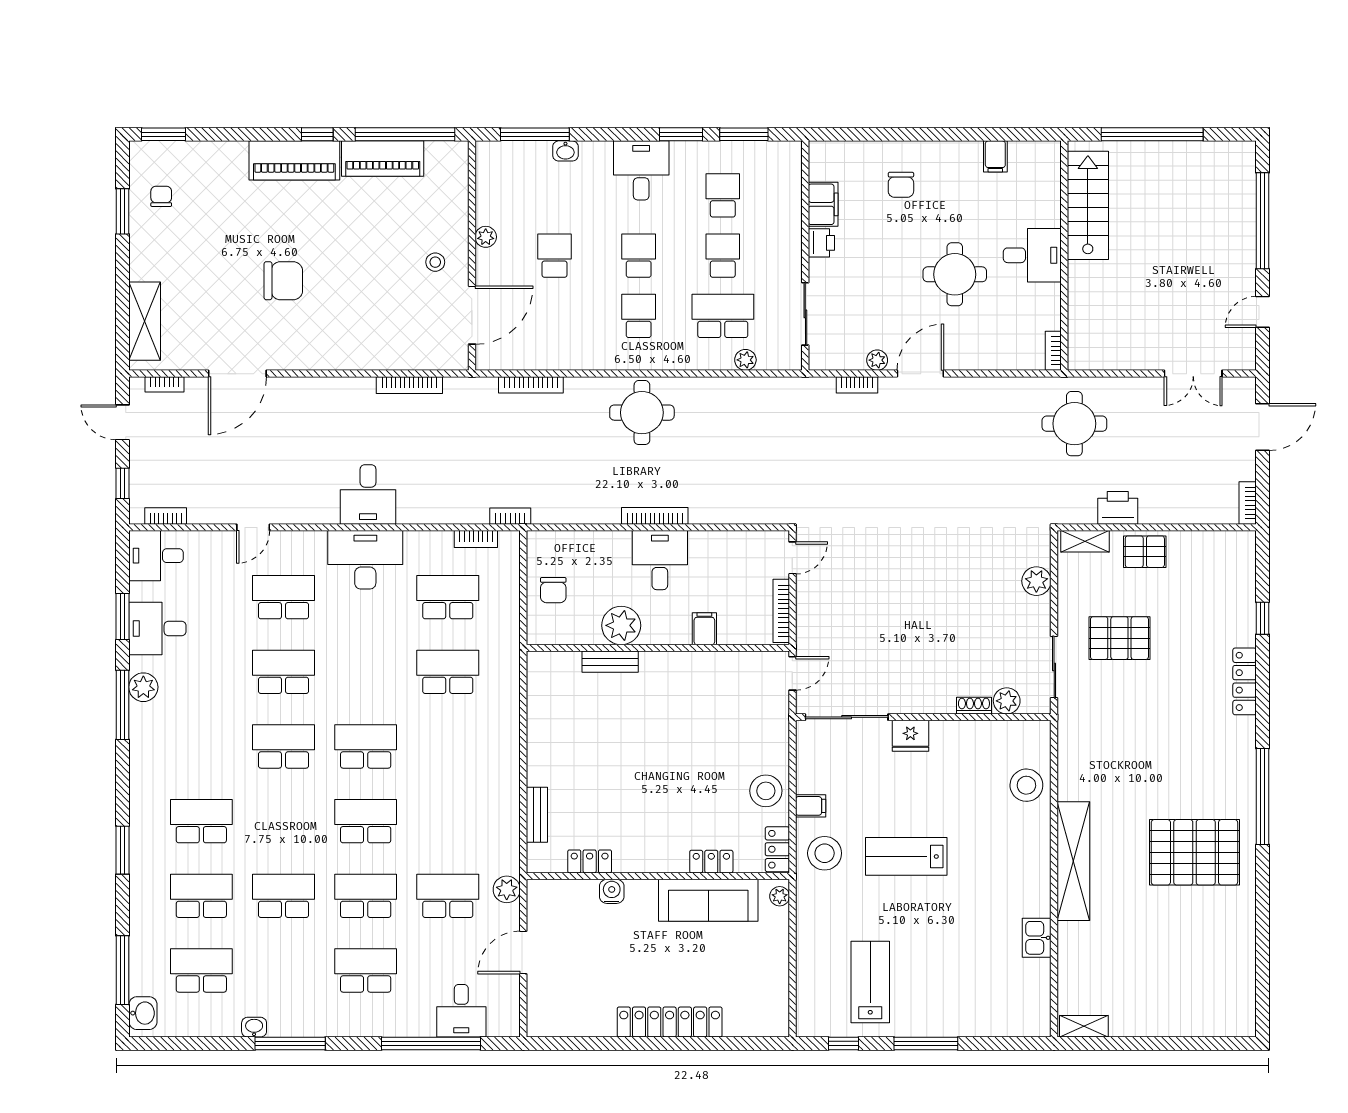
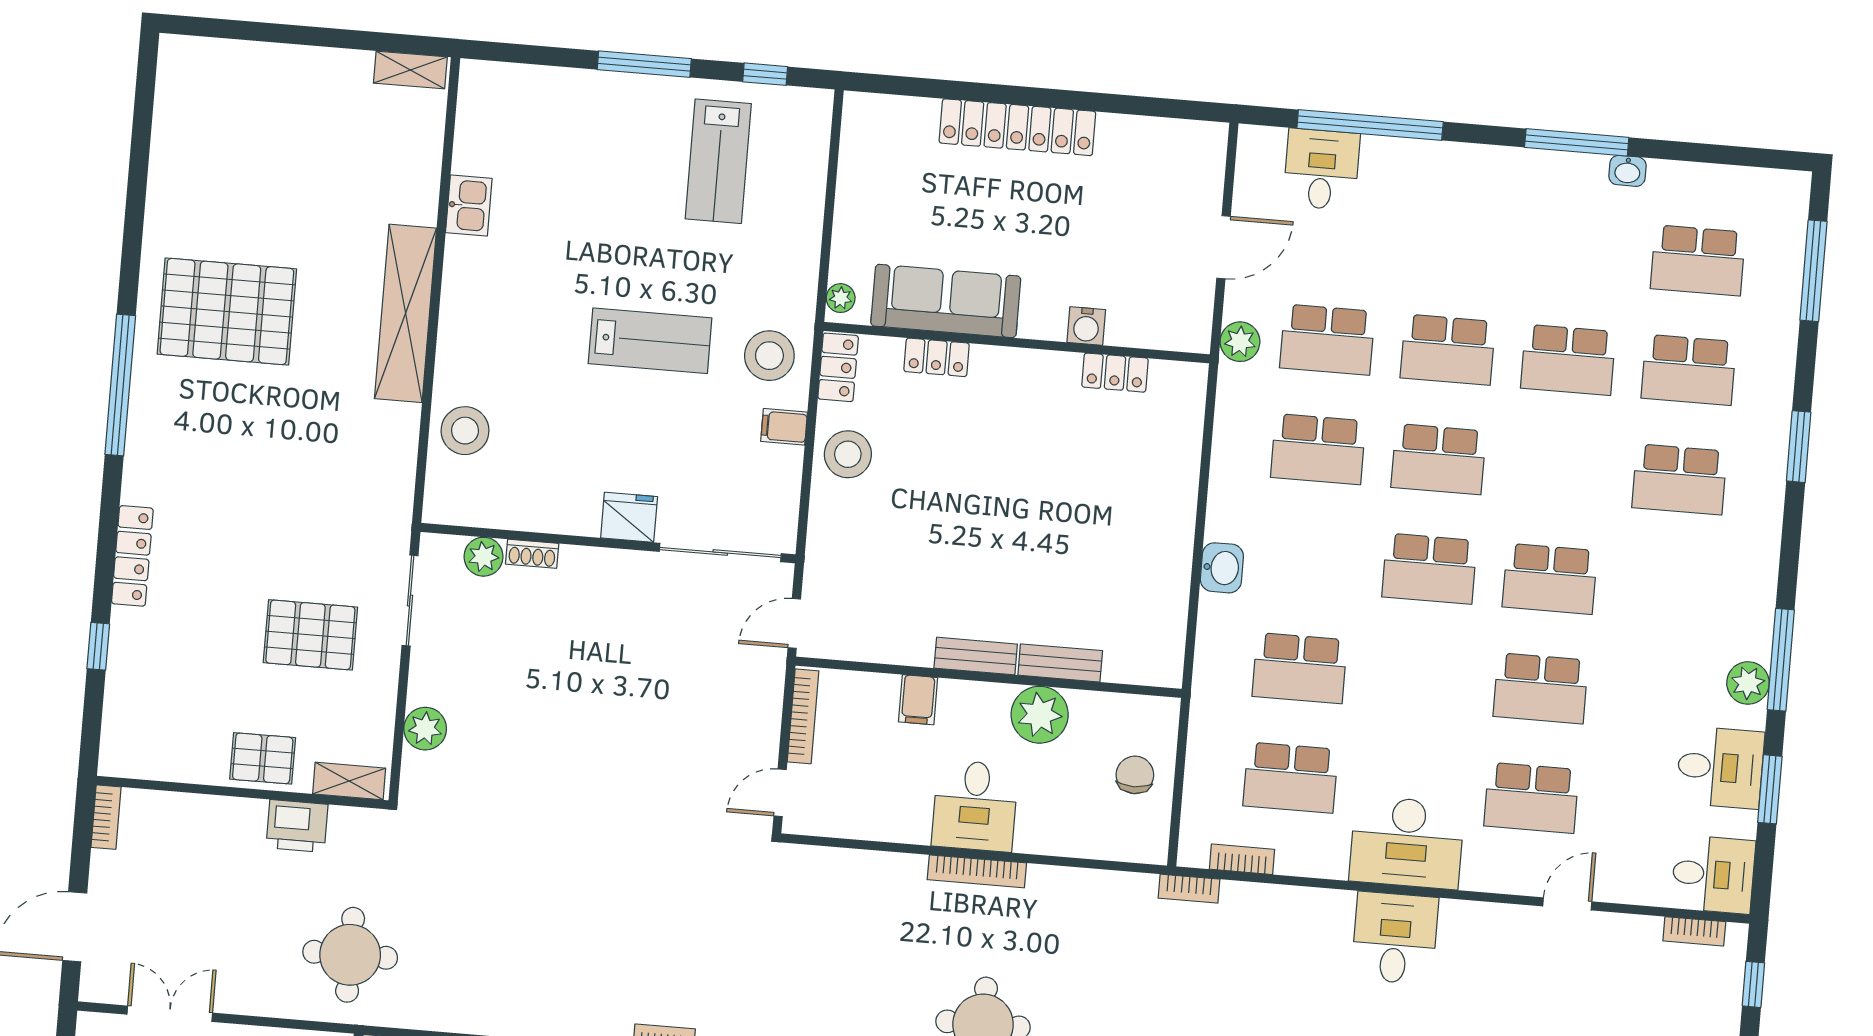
bench: (537, 815) -> (976, 656), moved, turned 90
school desk: (366, 970) -> (1318, 449), moved
washbasin: (143, 1013) -> (1222, 568), moved, turned 180

